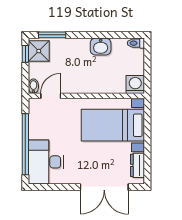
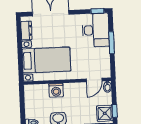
washing machine: (135, 85) -> (56, 90), moved
window: (25, 144) -> (112, 43), width x0.47
window: (42, 187) -> (97, 11), added

